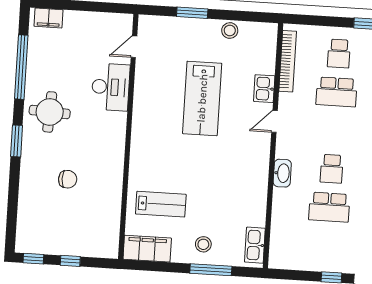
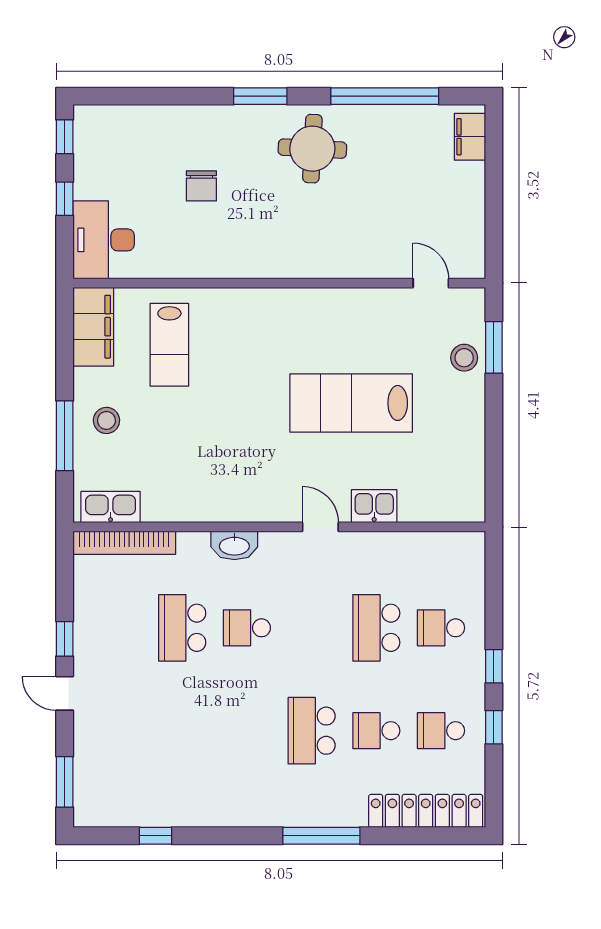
window: (192, 13) -> (494, 347), moved
stool: (230, 30) -> (464, 358), moved
bookcase: (288, 61) -> (124, 543), moved
desk: (111, 87) -> (104, 240), moved, turned 90

